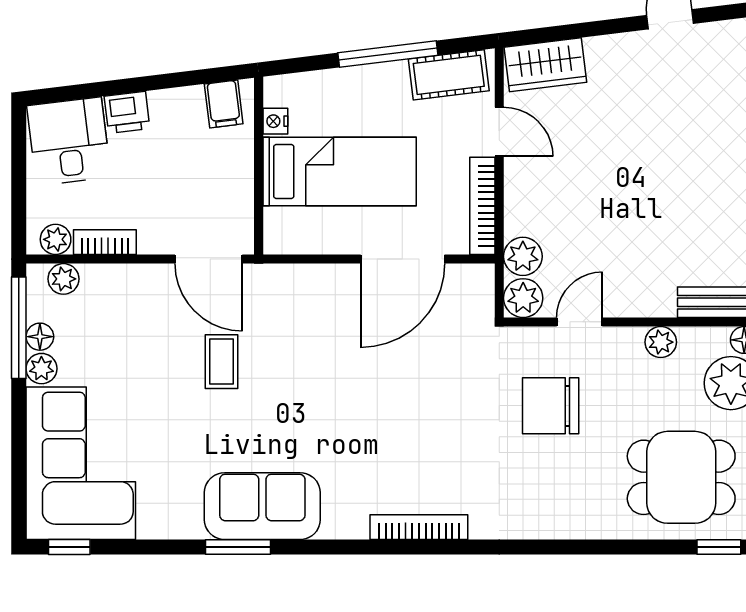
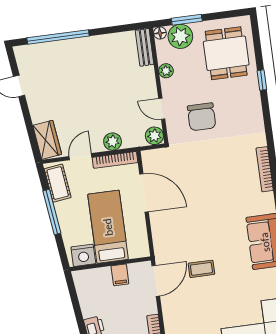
filing cabinet: (224, 104) -> (120, 275), moved, turned 97
nightstand: (275, 121) -> (83, 255), width x1.89, depth x1.79
plant: (523, 256) -> (113, 142), moved
window: (719, 547) -> (262, 80), moved

